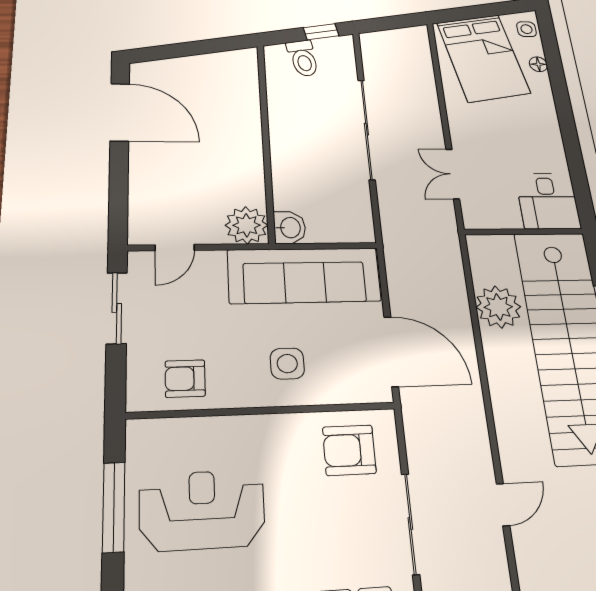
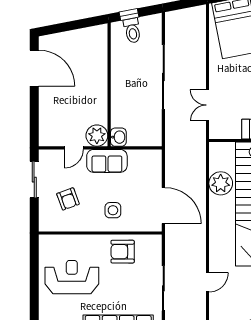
window: (321, 32) -> (129, 15), moved
door: (175, 248) -> (74, 148), moved
sofa: (304, 275) -> (107, 161), width x0.54, depth x0.79
armchair: (185, 379) -> (68, 199), moved, turned -110
armchair: (349, 450) -> (123, 252), moved
window: (114, 507) -> (34, 274), removed

